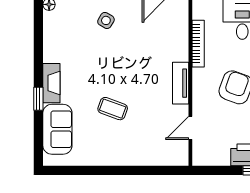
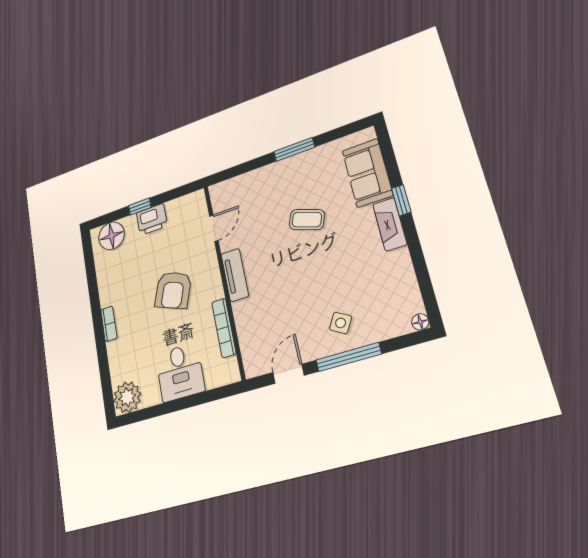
window: (109, 170) -> (294, 149), added

